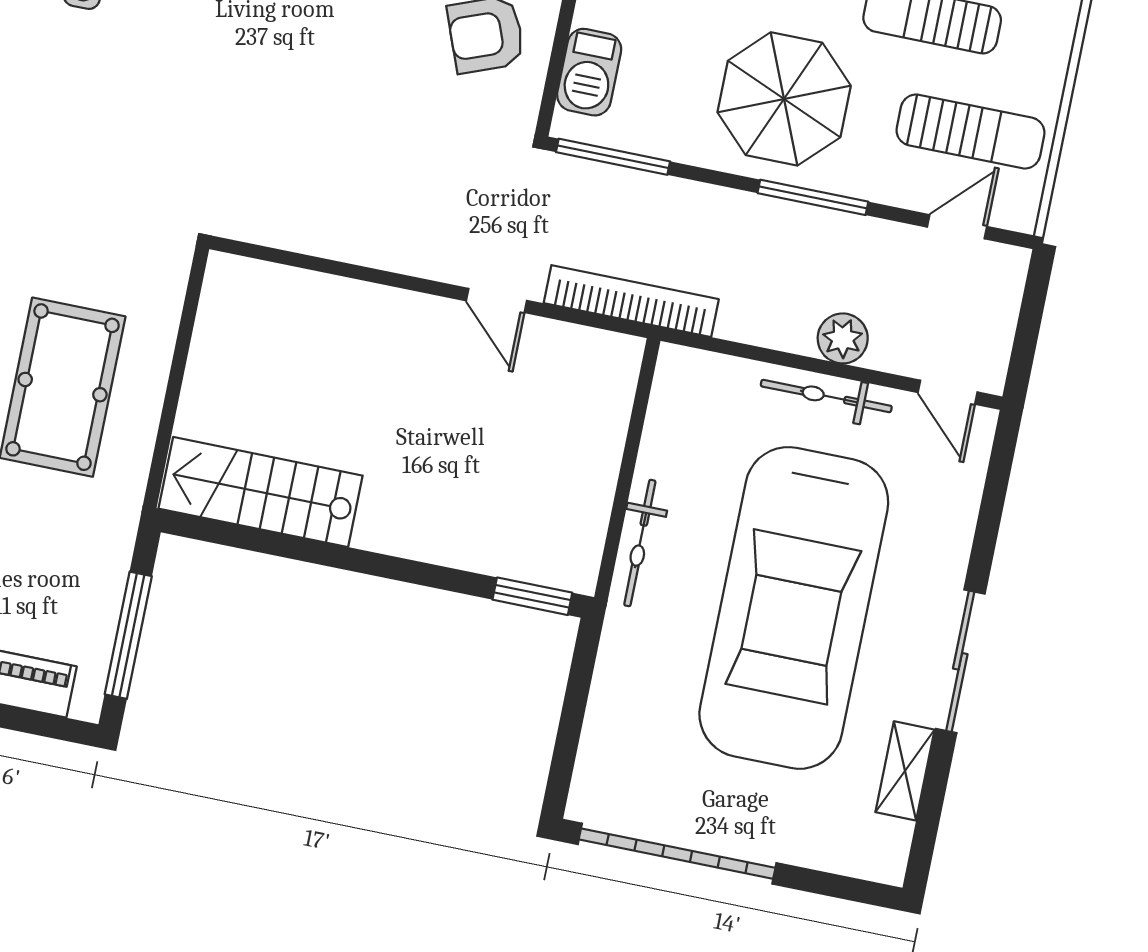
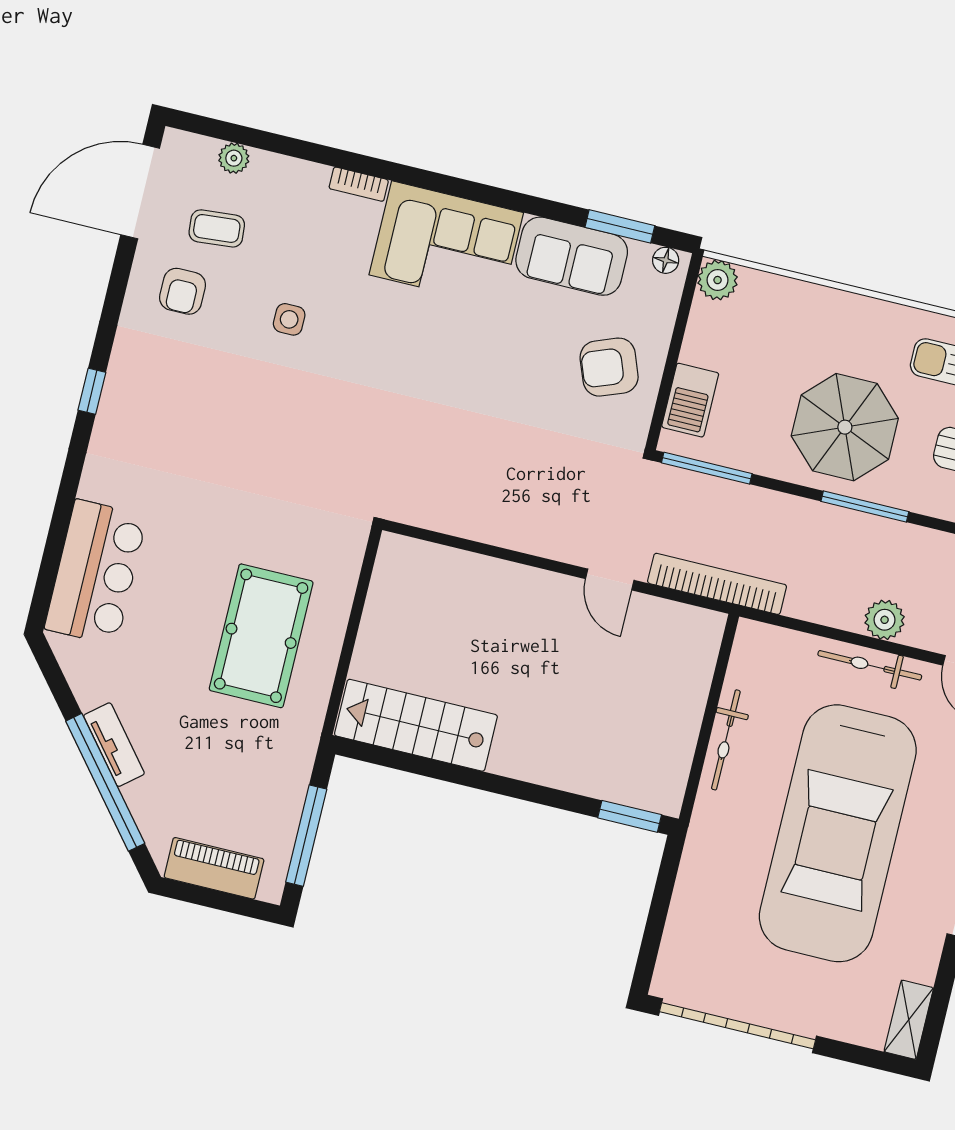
bicycle: (640, 543) -> (726, 740), moved
shelving: (905, 771) -> (909, 1020), moved

